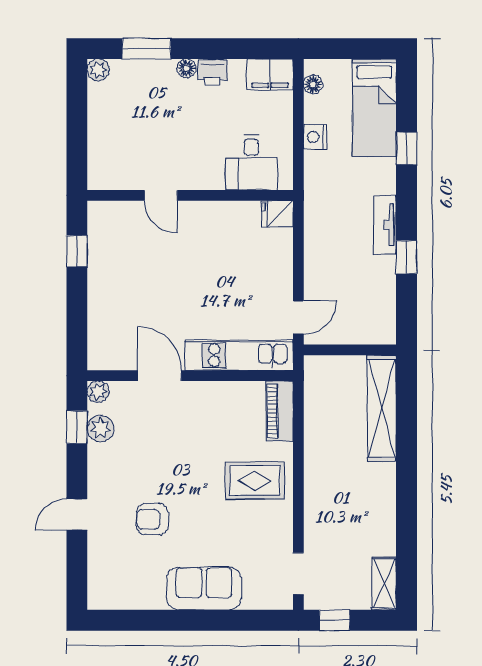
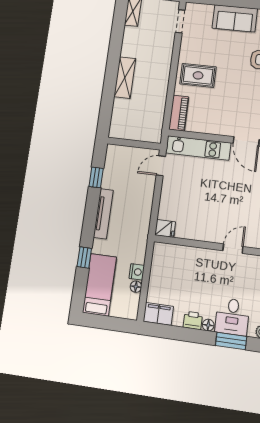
floor lamp: (313, 85) -> (136, 287), moved
desk: (251, 162) -> (232, 317), moved, turned 180
door: (161, 195) -> (233, 249), hinge flipped
tv unit: (385, 225) -> (103, 214), width x1.41
window: (407, 257) -> (96, 177), moved
shelving: (382, 408) -> (125, 78), moved, width x0.68

